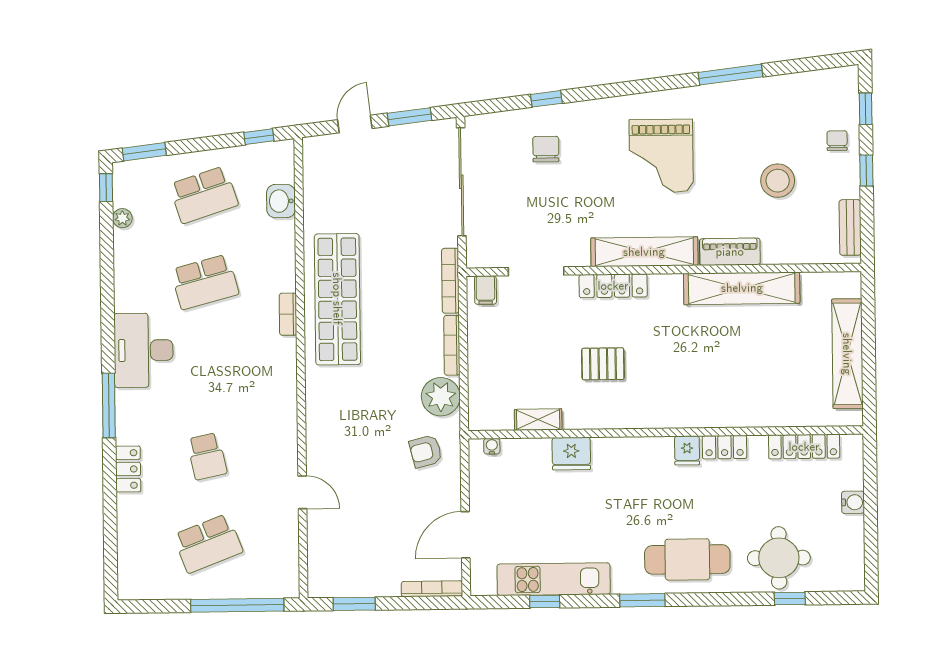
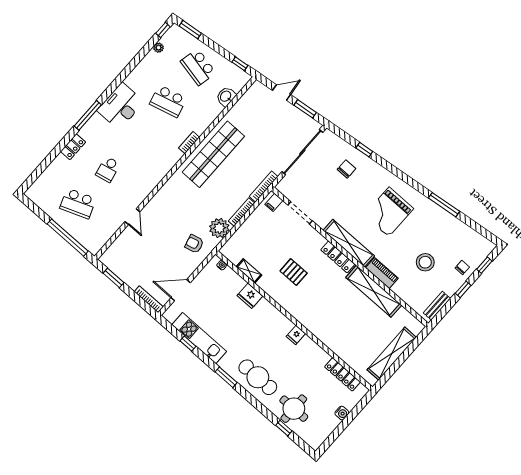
school desk: (204, 195) -> (198, 67), turned 30
locker: (613, 286) -> (338, 257), moved
locker: (724, 447) -> (311, 347), removed

